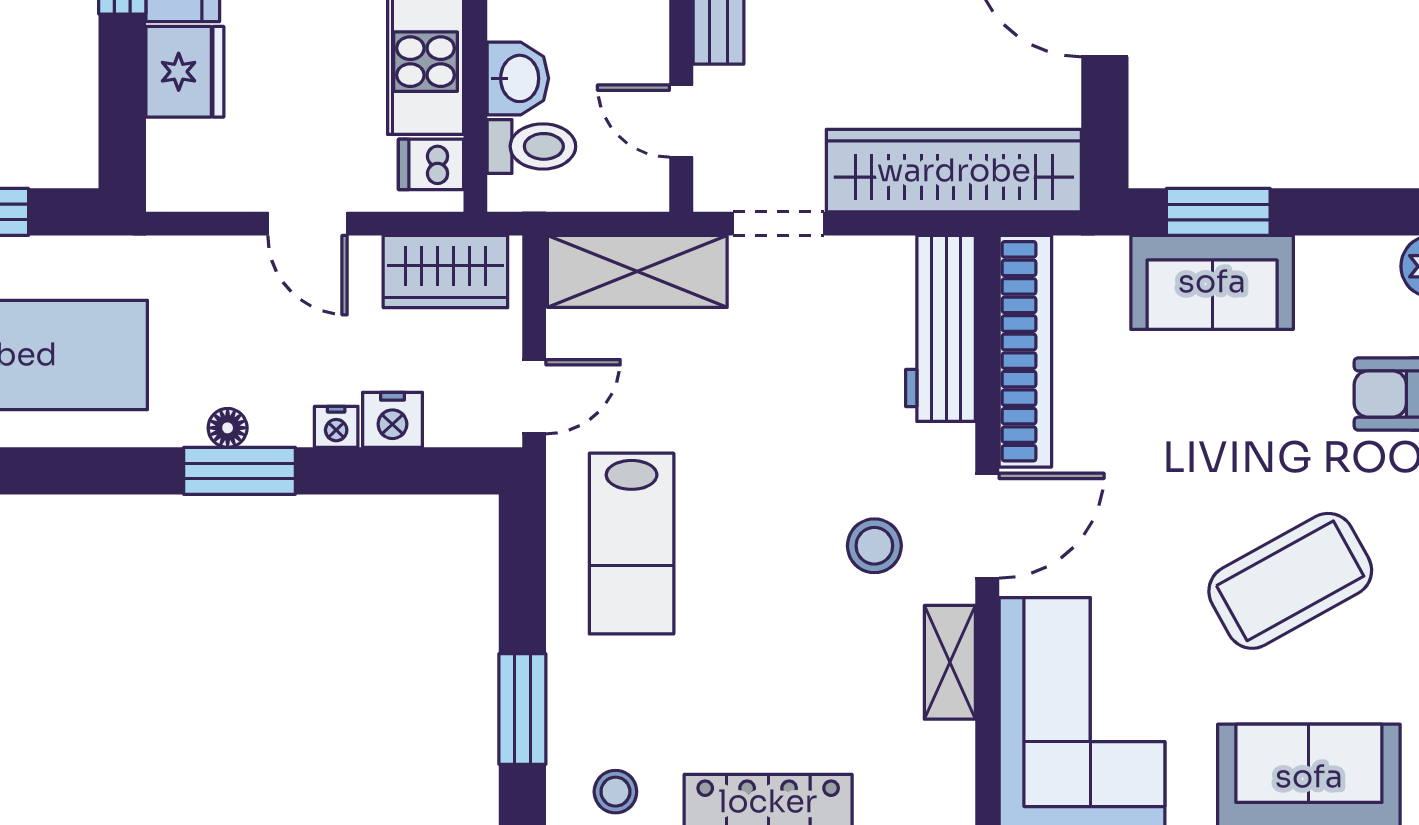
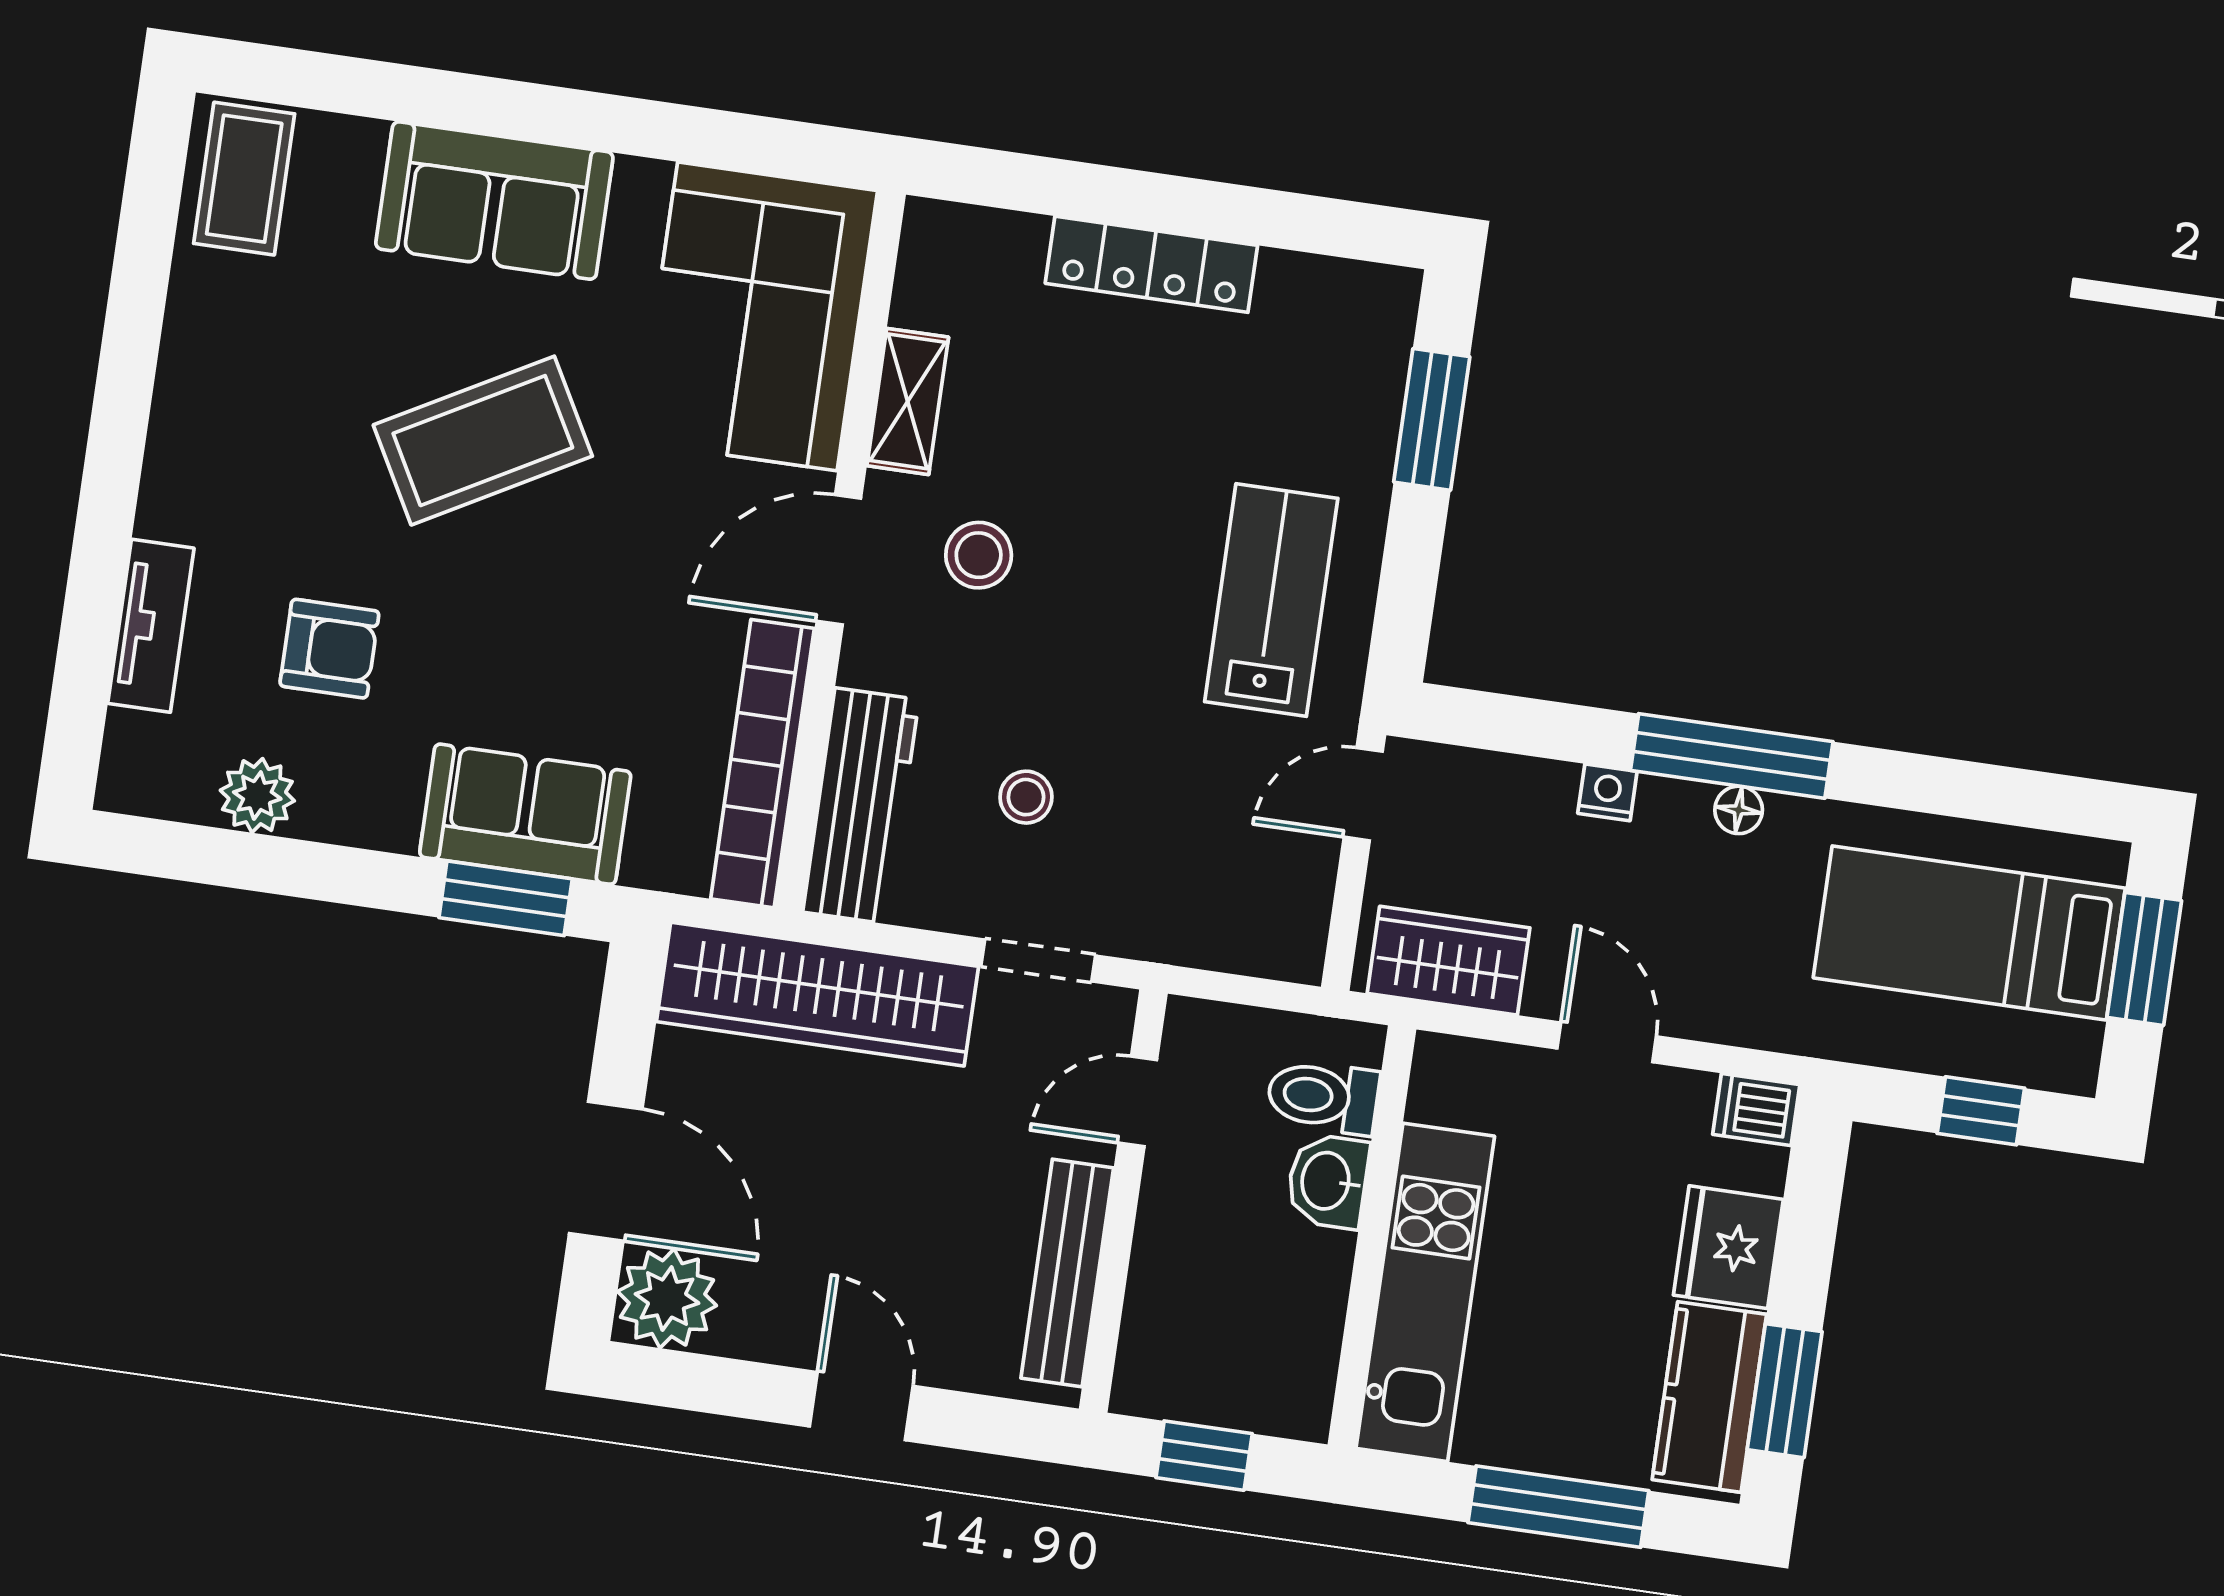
door: (681, 121) -> (1138, 1101), swing flipped
dishwasher: (431, 164) -> (1756, 1110), moved, turned 180
shelving: (637, 271) -> (1217, 927), removed
nightstand: (392, 420) -> (1538, 791), removed
window: (240, 471) -> (1732, 756), width x1.44
stool: (615, 792) -> (1026, 797), moved

